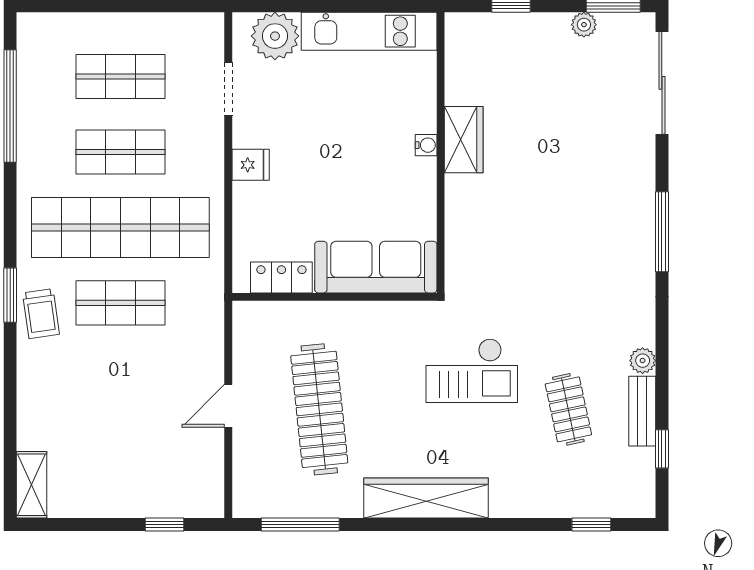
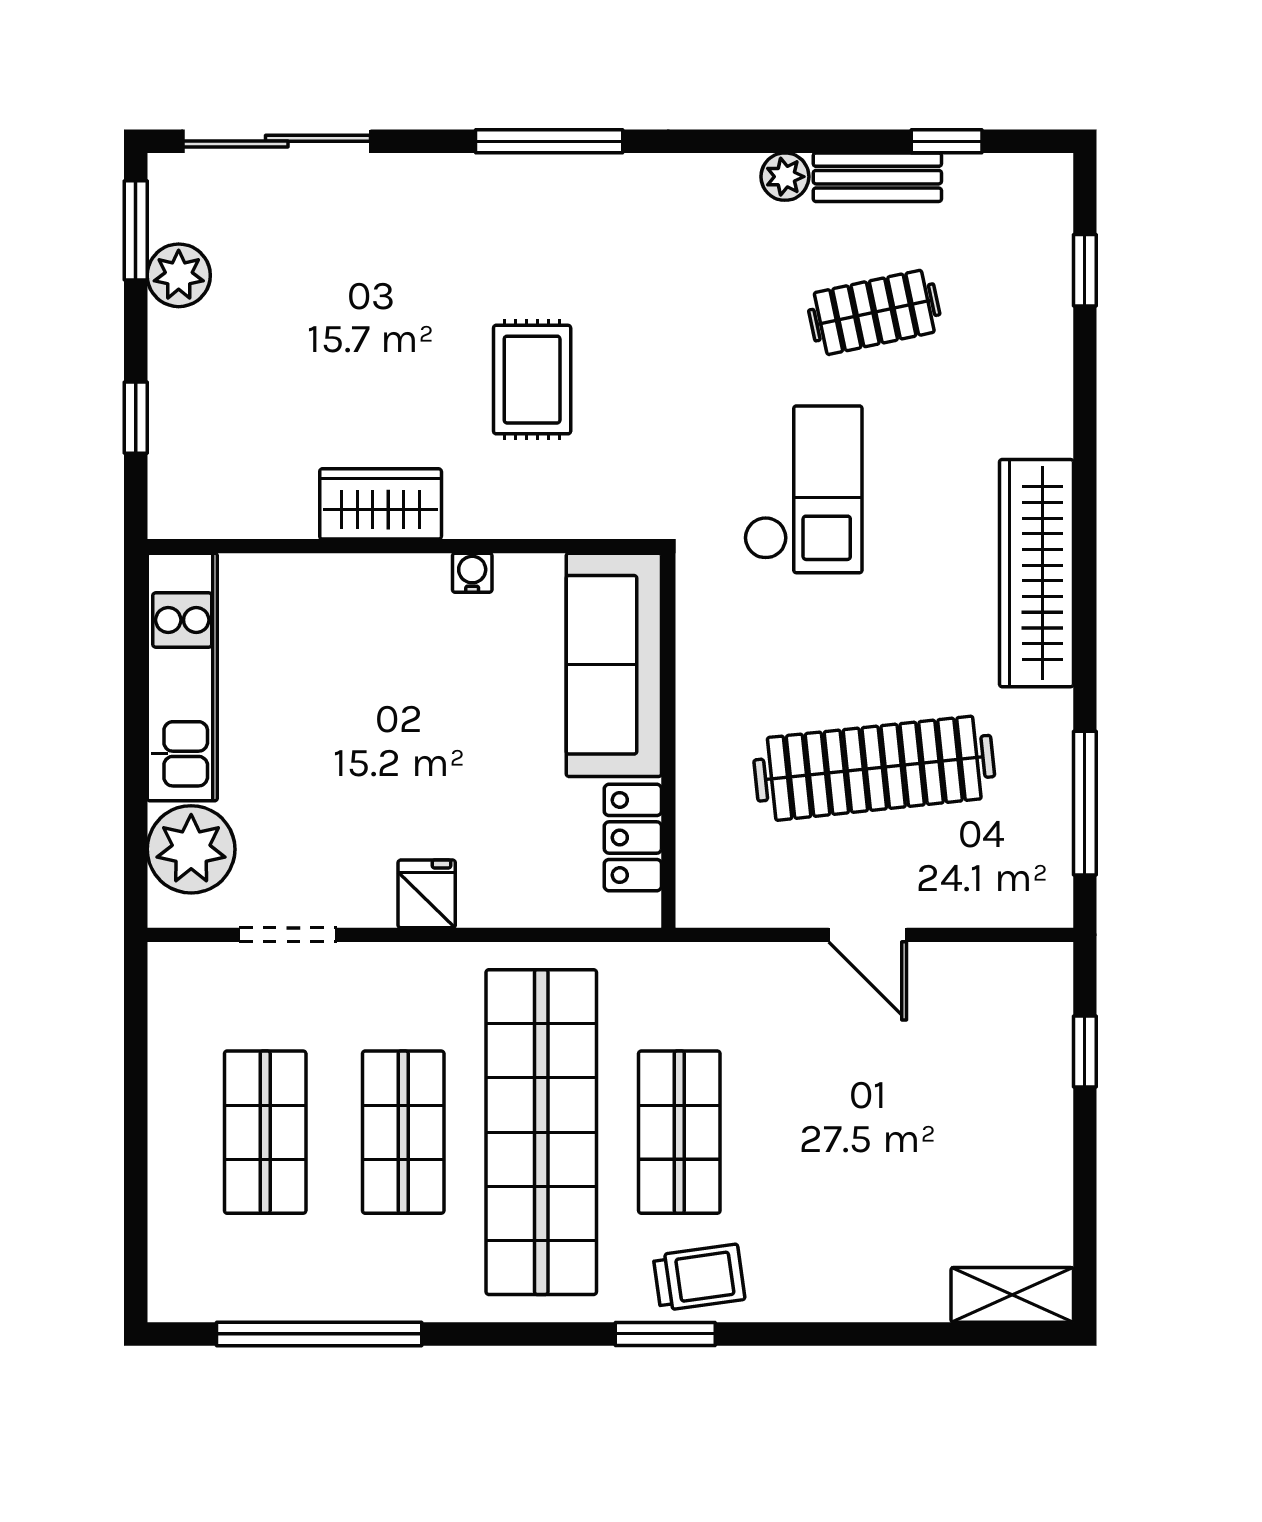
plant: (584, 25) -> (179, 275), width x1.38, depth x1.38
water cooler: (426, 145) -> (472, 573), moved
rug: (532, 222) -> (532, 380), added

